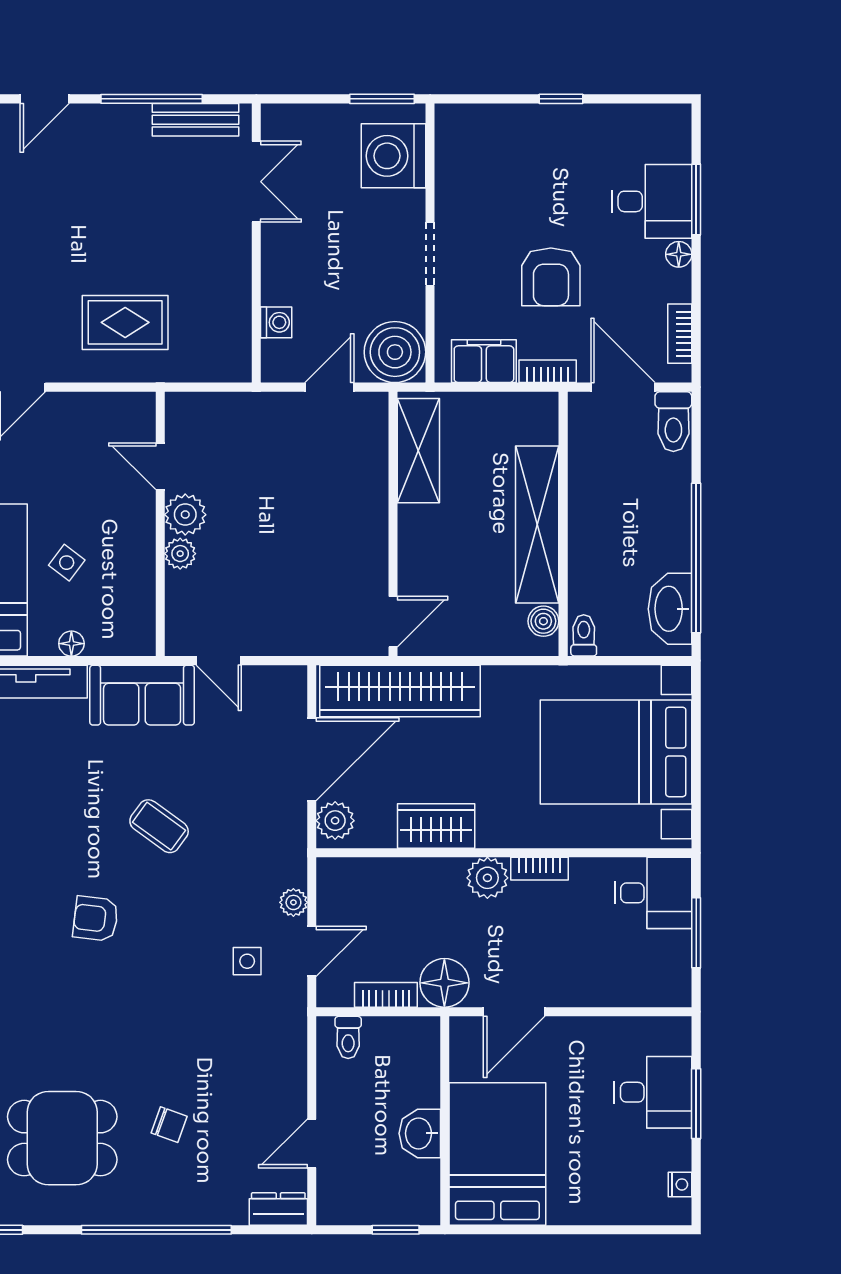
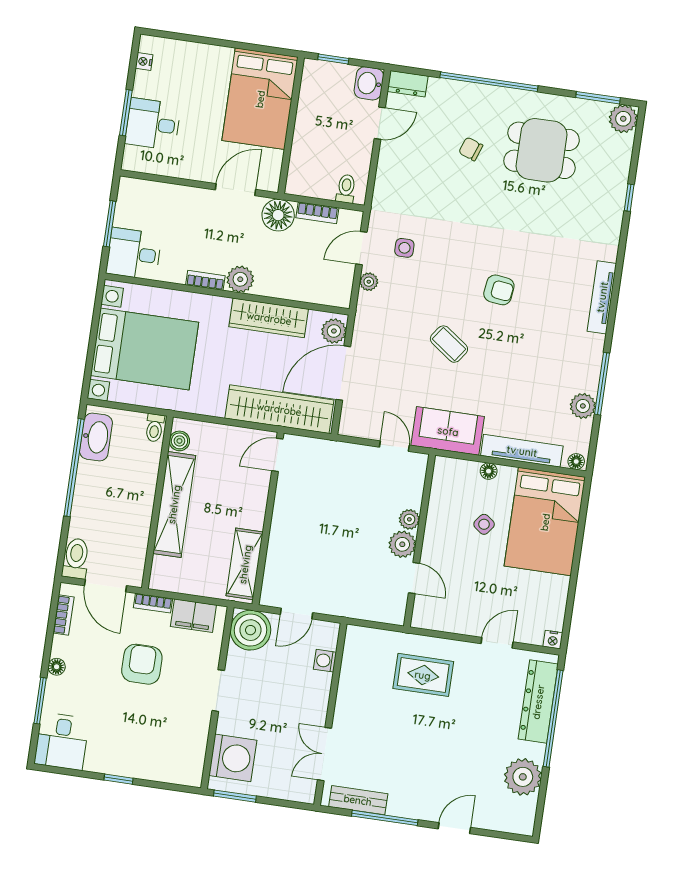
desk: (652, 201) -> (62, 741), moved, turned -90
wardrobe: (436, 826) -> (269, 318), width x1.50
washbasin: (420, 1133) -> (369, 83), moved, turned 180

